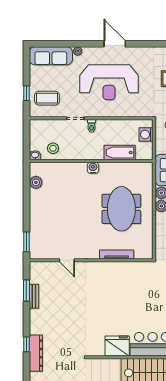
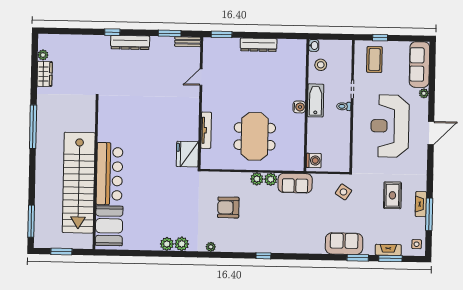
washing machine: (146, 135) -> (314, 161), moved, turned 90
bathtub: (120, 152) -> (316, 100), moved
plant: (36, 182) -> (285, 46), removed
dresser: (35, 207) -> (259, 45), added
meeting table: (121, 209) -> (255, 136), turned 90
bench: (34, 296) -> (188, 42), moved
fridge: (117, 346) -> (187, 154), moved, turned 180
dresser: (36, 353) -> (130, 42), moved

